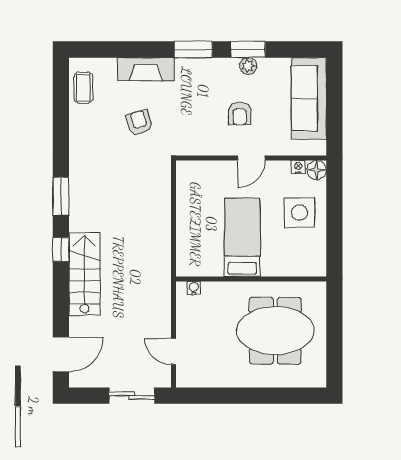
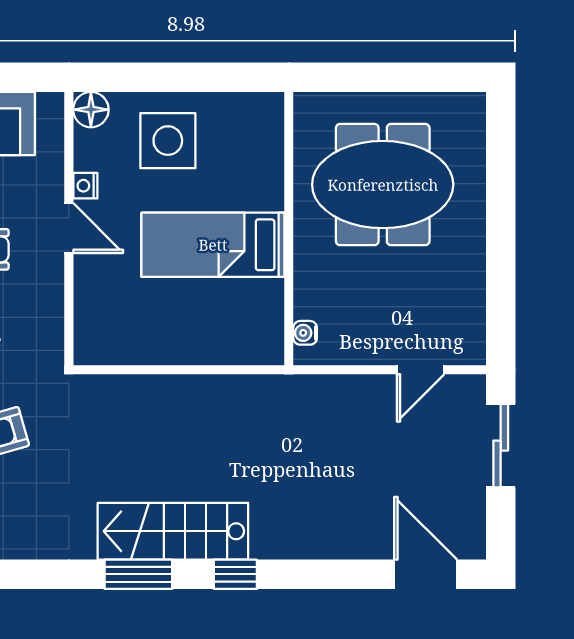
nightstand: (298, 167) -> (85, 186), moved
stairs: (85, 274) -> (173, 531), moved
meeting table: (275, 331) -> (383, 185), turned 90

